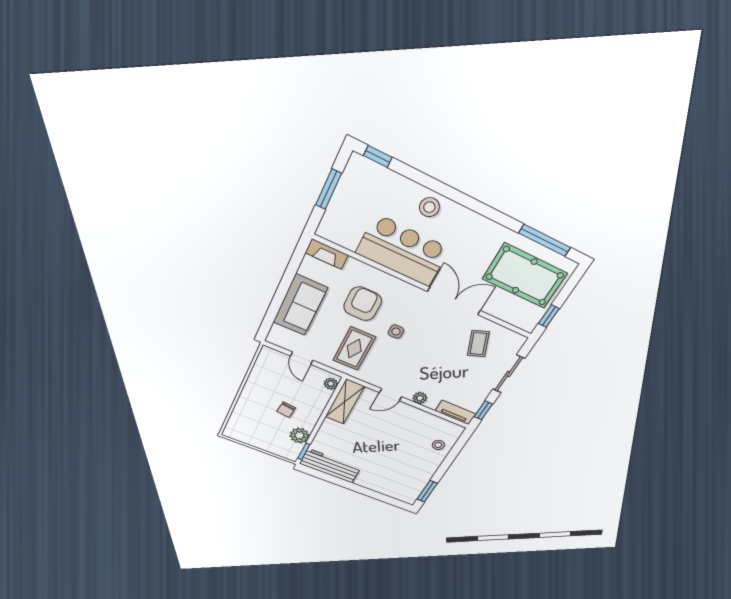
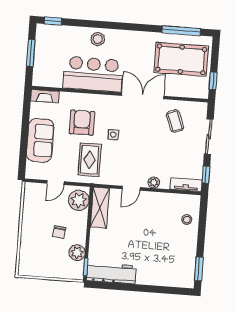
door: (302, 358) -> (55, 182), hinge flipped
plant: (331, 384) -> (79, 200), width x1.88, depth x1.88

